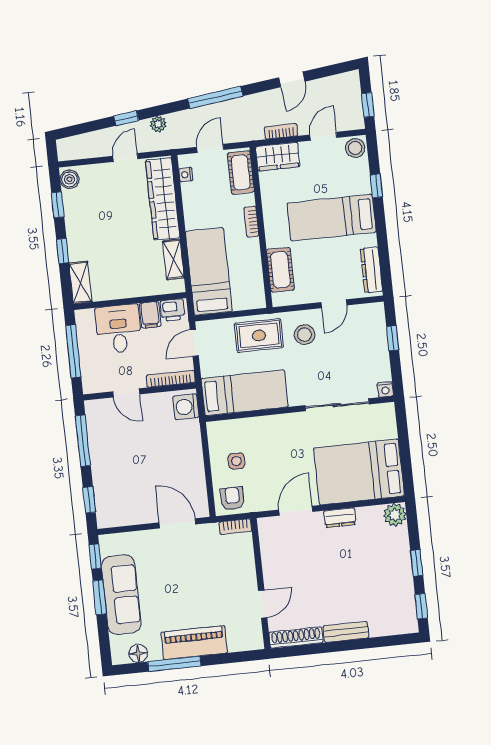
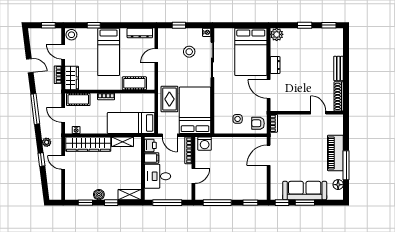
boiler: (69, 179) -> (99, 195), moved
door: (334, 304) -> (156, 56), swing flipped
stool: (305, 335) -> (189, 52), moved
bed: (245, 393) -> (195, 110), width x1.50

